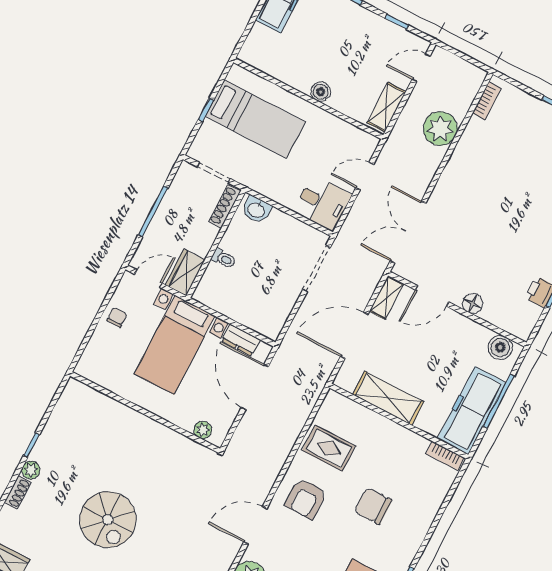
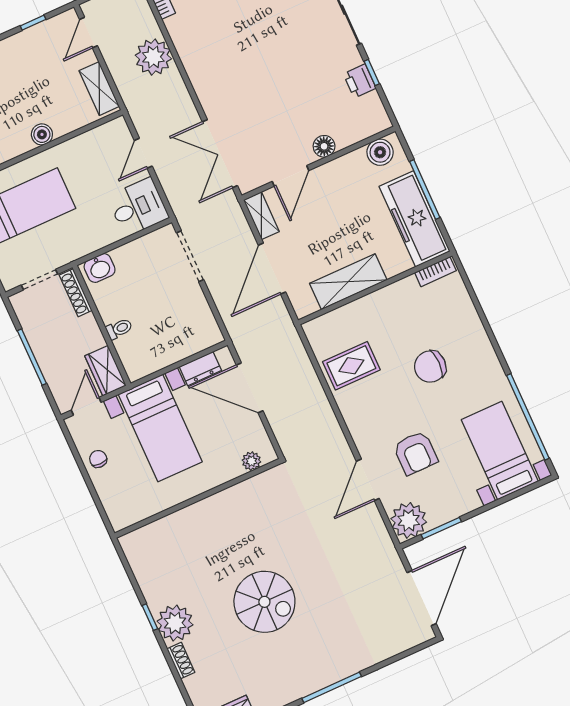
plant: (31, 470) -> (175, 623), width x1.87, depth x1.87
armchair: (306, 499) -> (415, 453), moved

